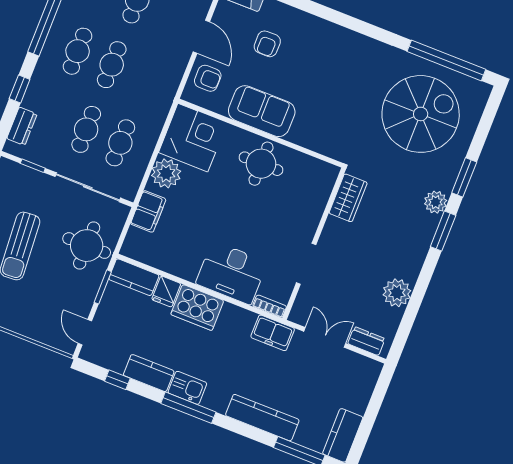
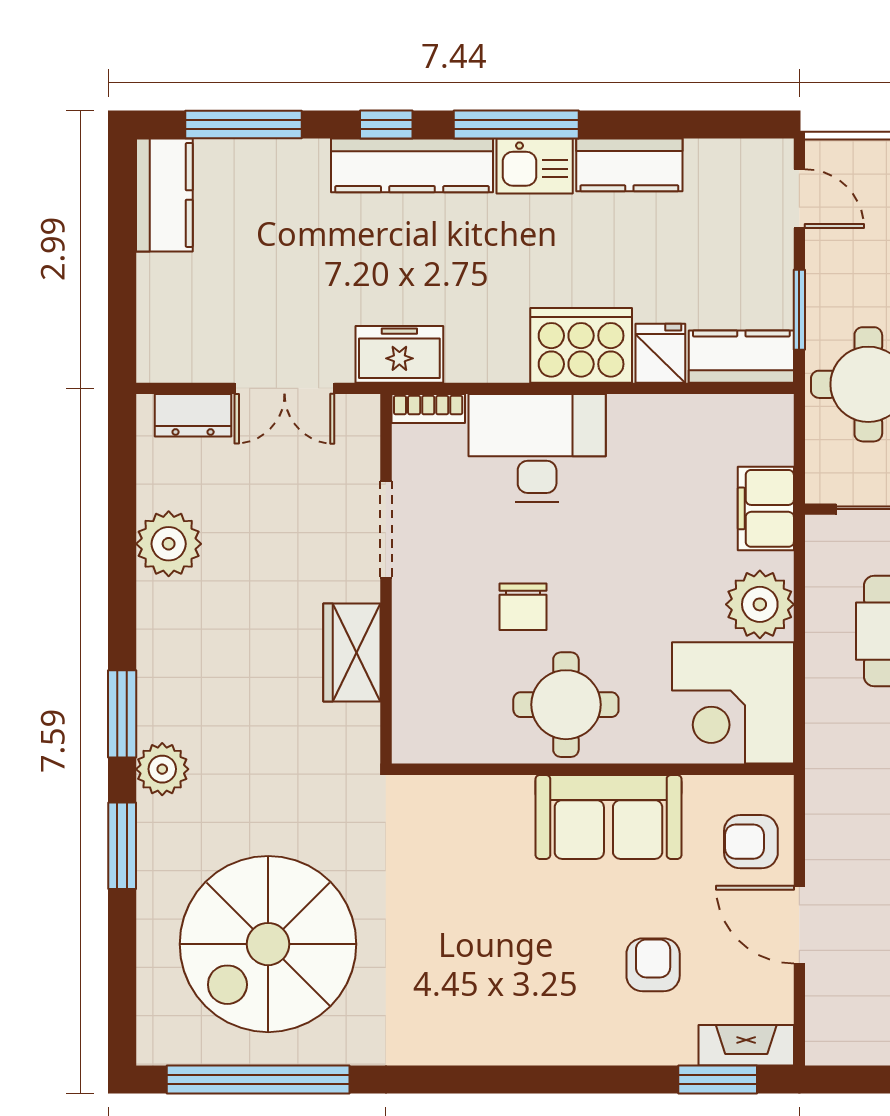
wardrobe: (348, 198) -> (352, 653), moved
chair: (263, 210) -> (523, 607), added
window: (117, 380) -> (386, 125), moved
kitchen counter: (262, 418) -> (412, 165), moved

